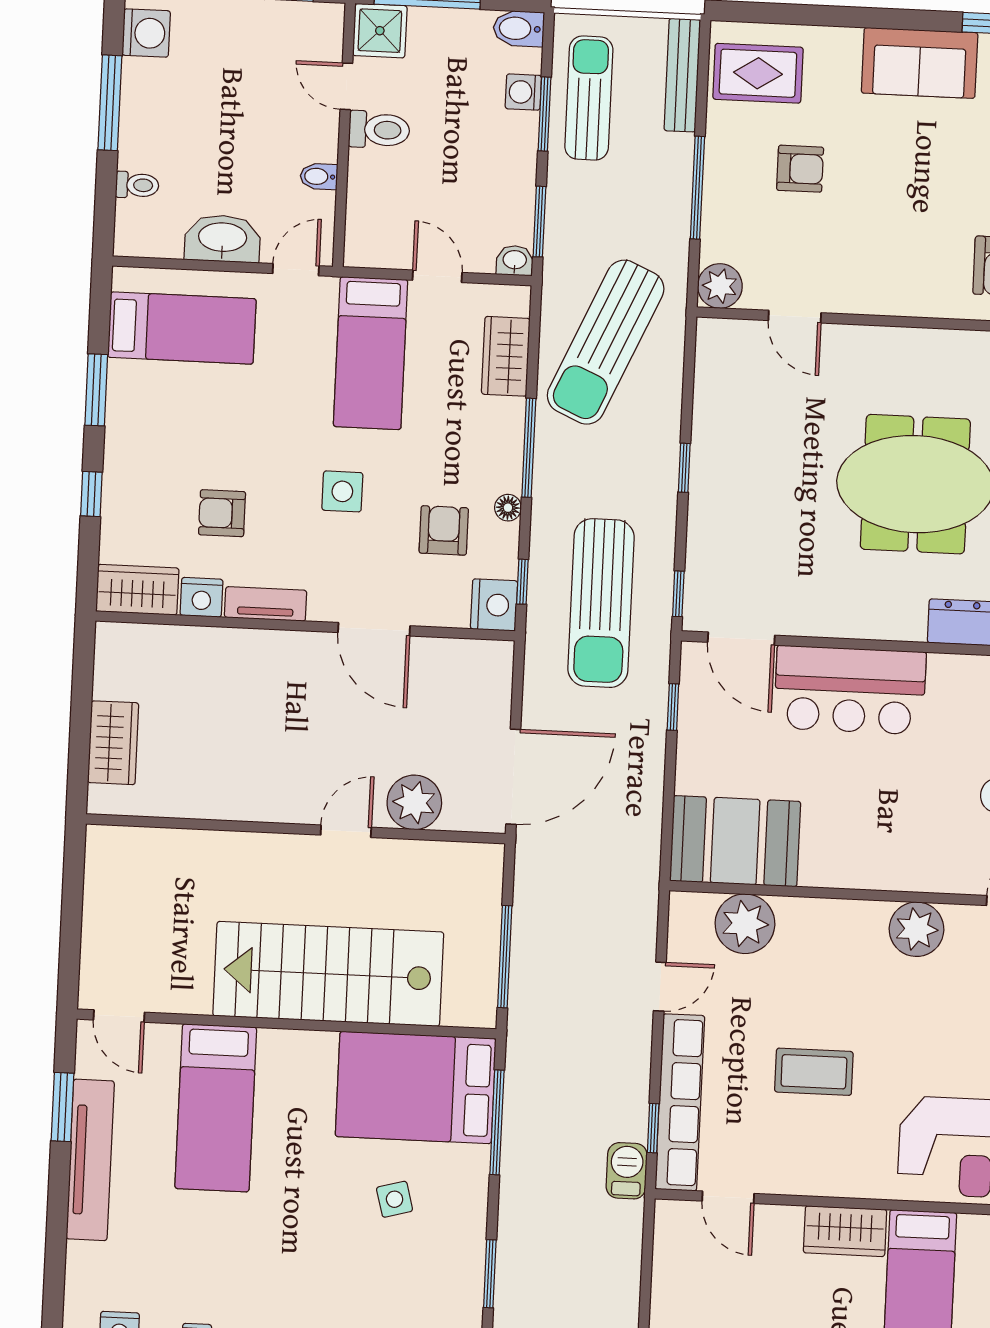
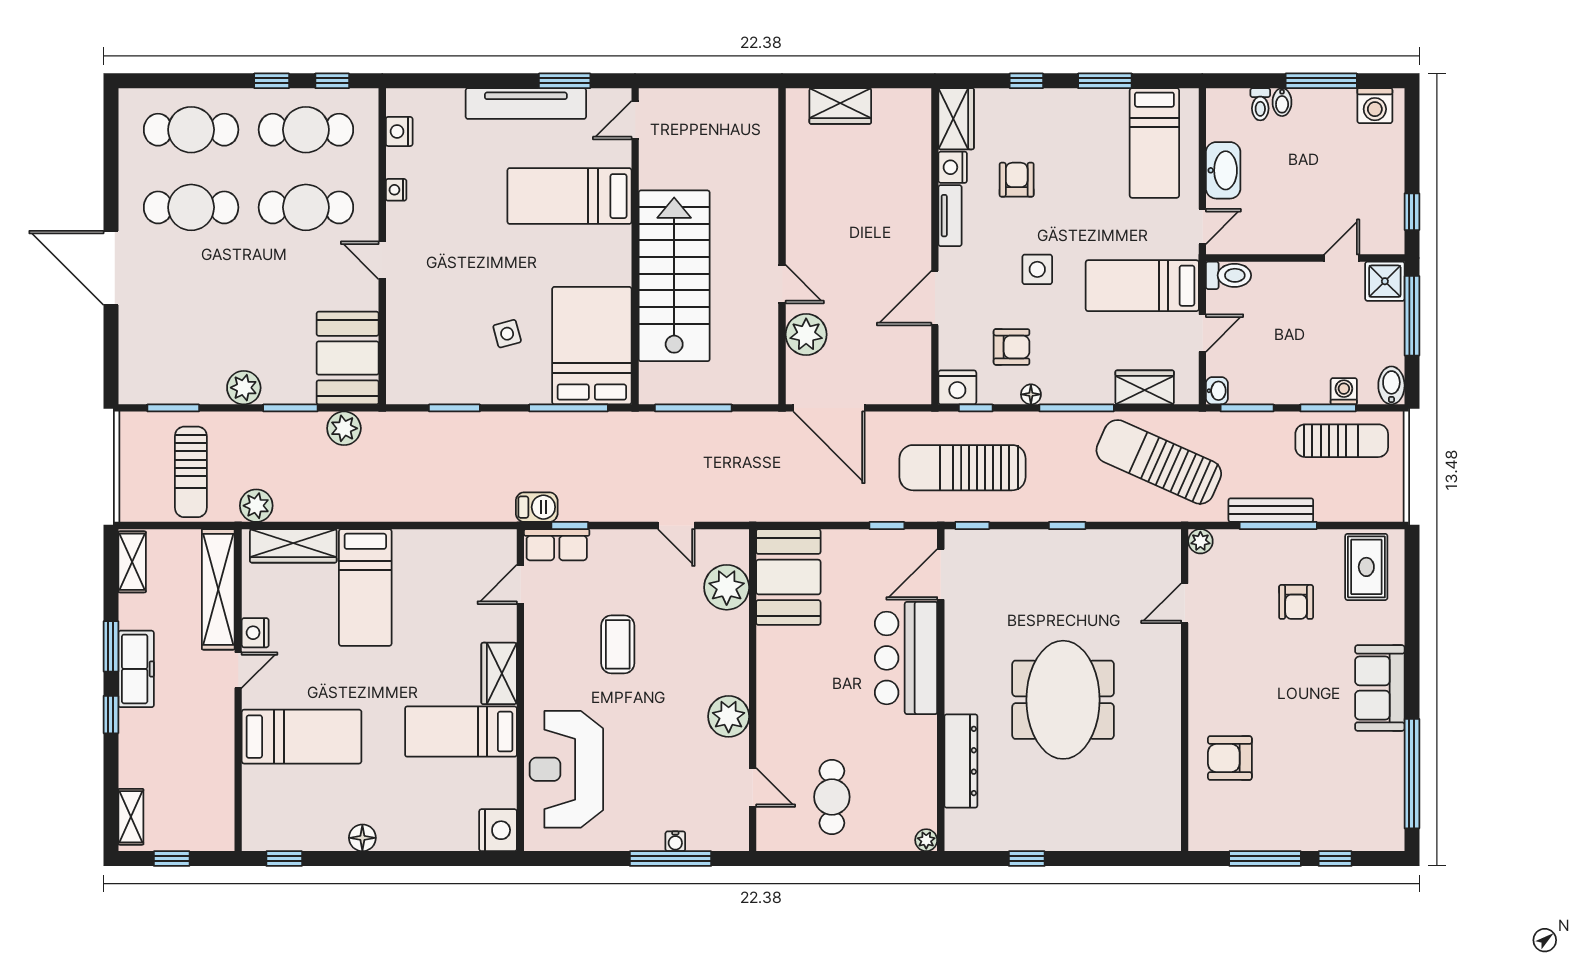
bench: (682, 75) -> (1271, 510), moved
toilet: (379, 130) -> (1229, 275), moved, turned -90
bidet: (319, 176) -> (1282, 102), moved, turned 180
door: (296, 270) -> (1202, 227), hinge flipped
plant: (720, 286) -> (1200, 541), width x0.73, depth x0.73
row of seats: (680, 1102) -> (557, 545), width x0.50

